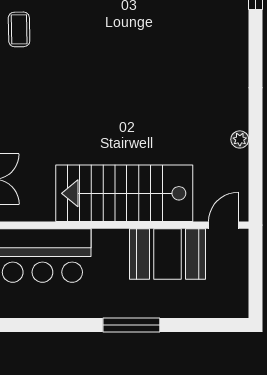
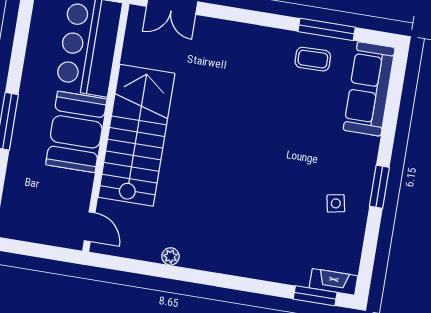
booth: (167, 254) -> (76, 132), moved

